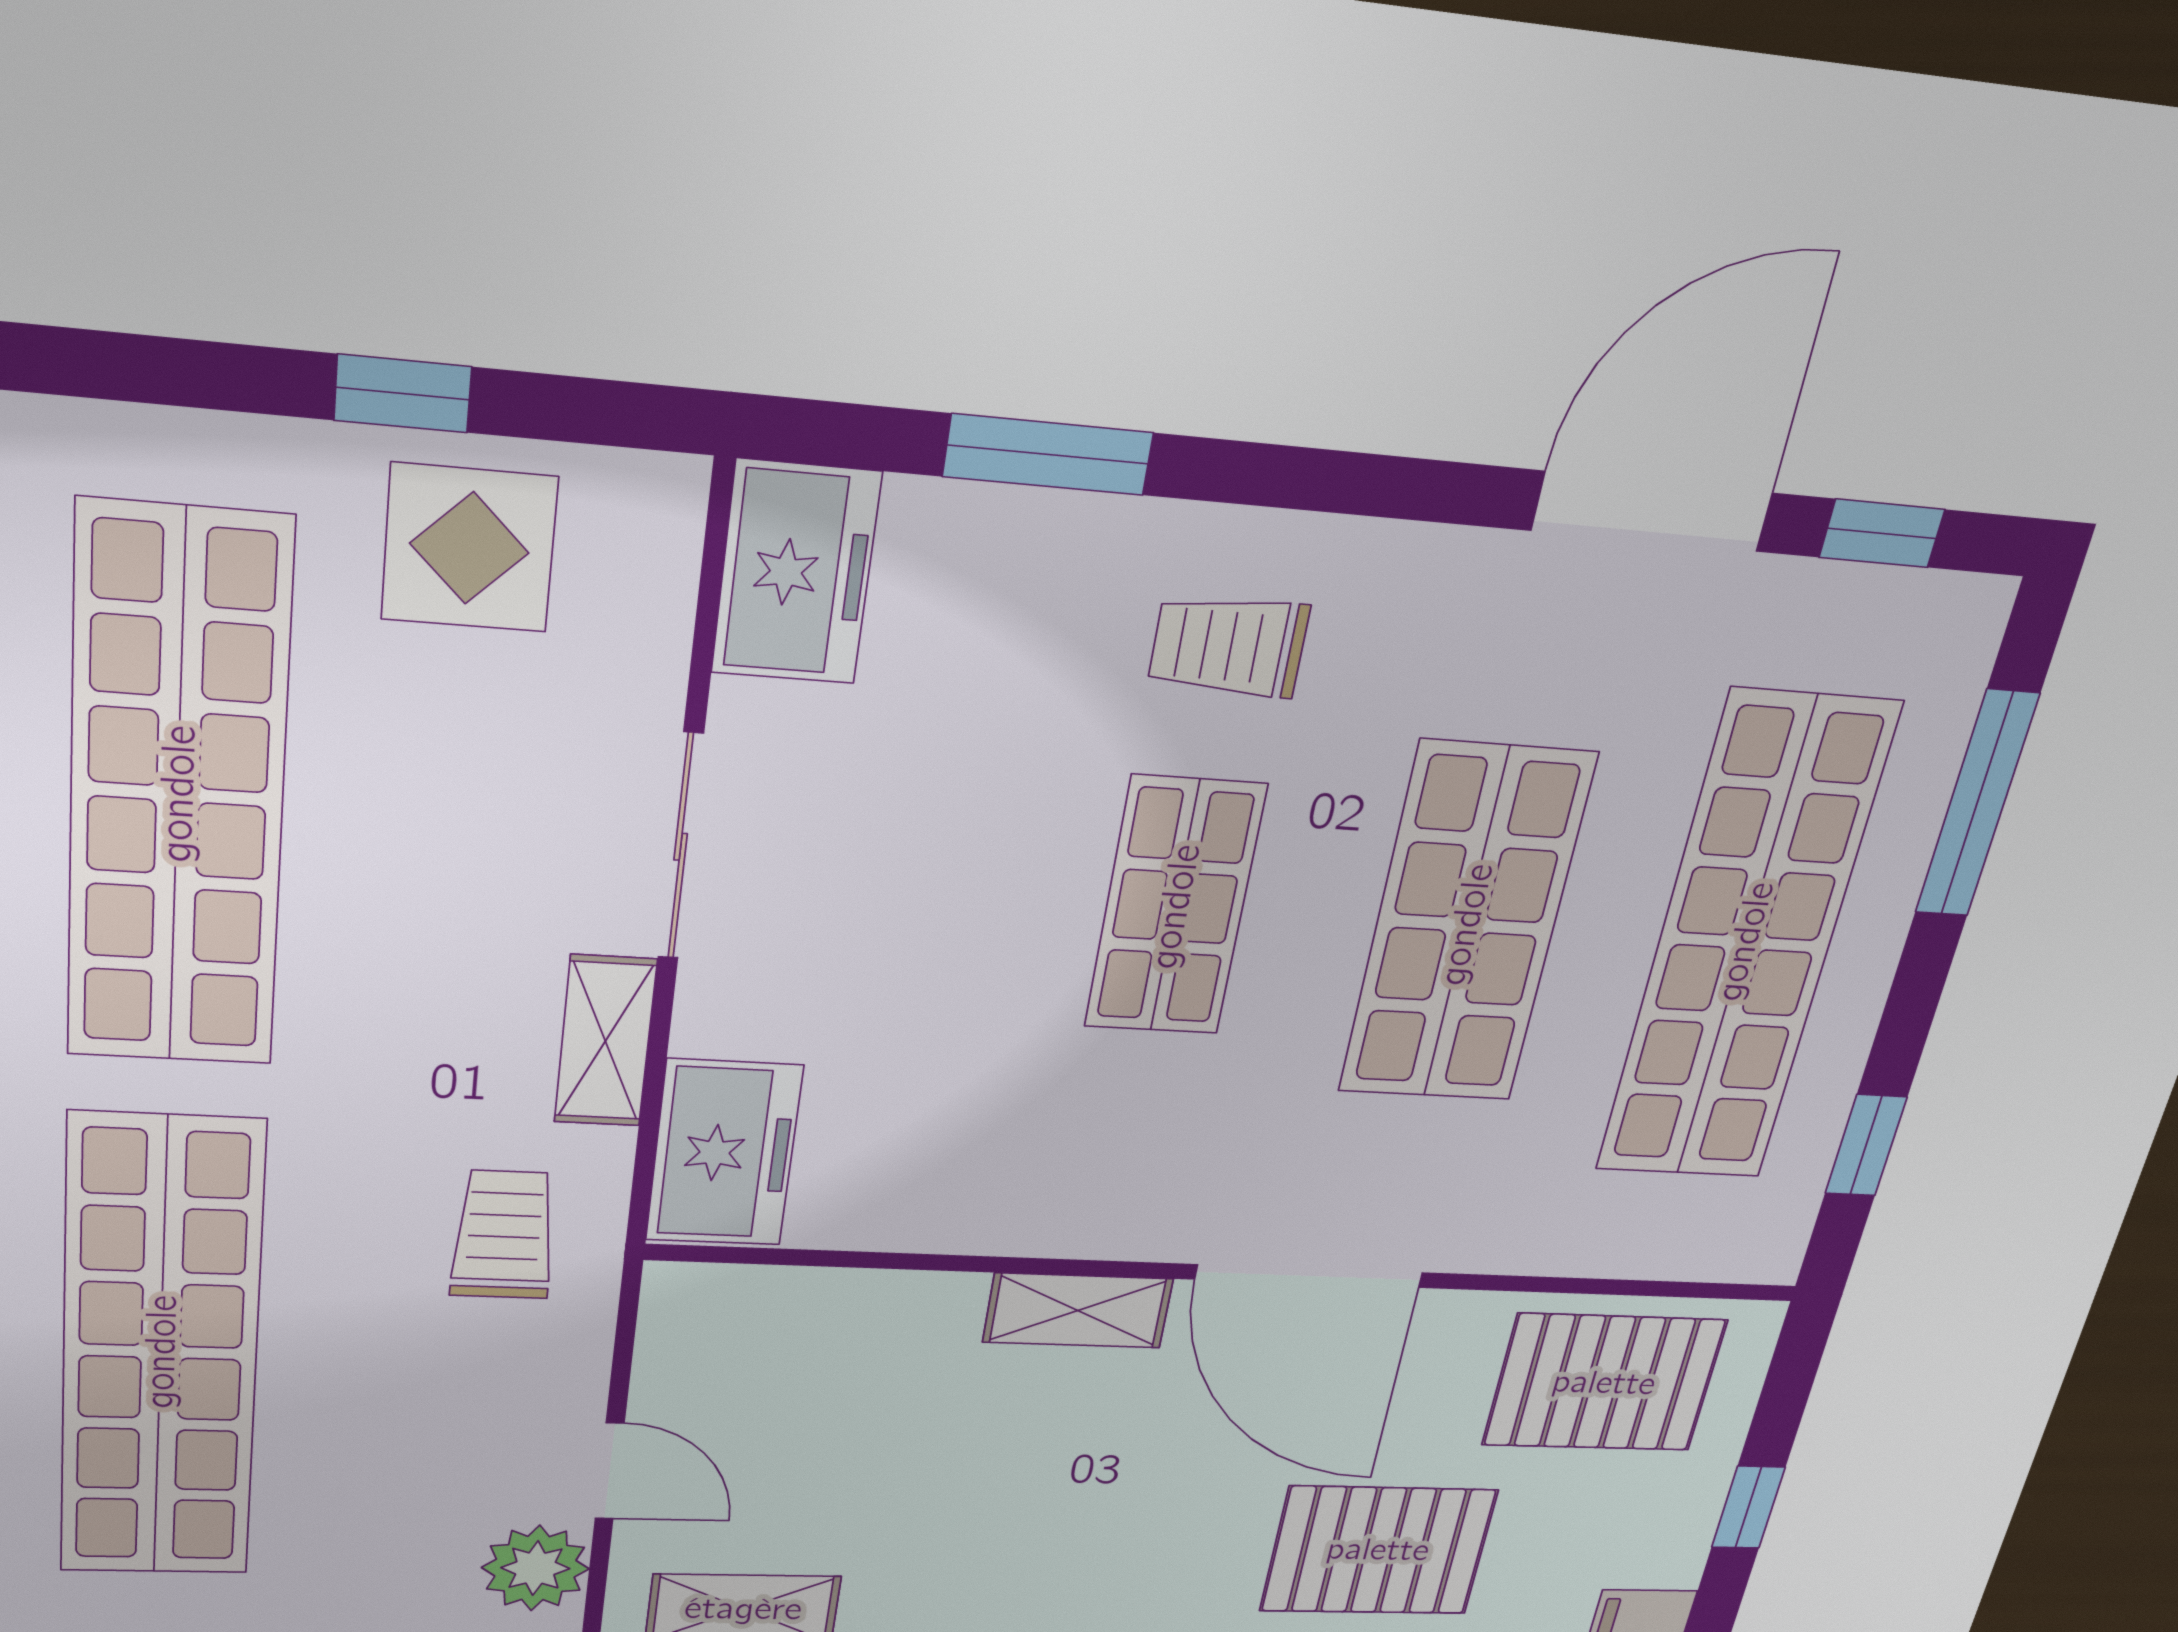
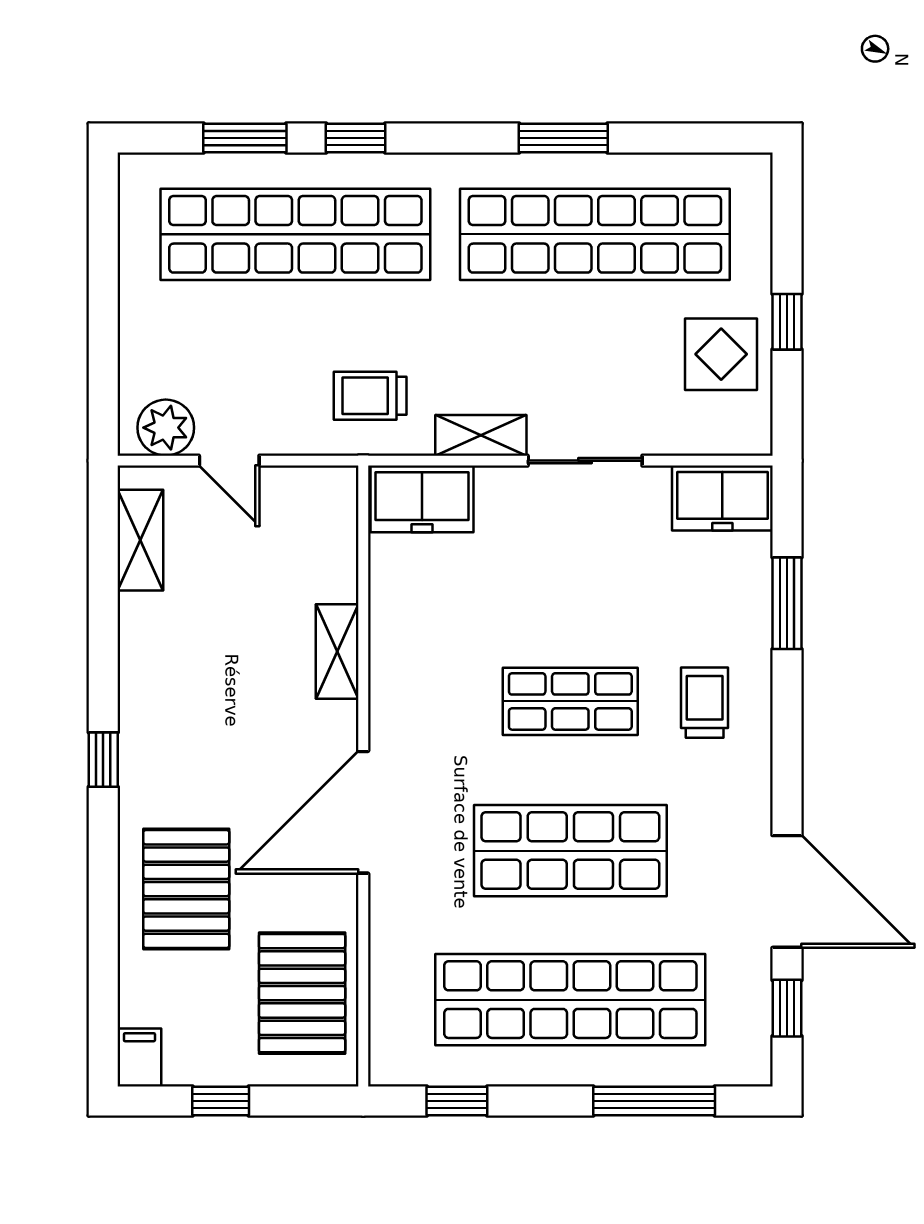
trolley: (504, 1235) -> (370, 396), turned 180
shelving: (1078, 1311) -> (337, 652), moved
door: (610, 1471) -> (229, 461), hinge flipped

